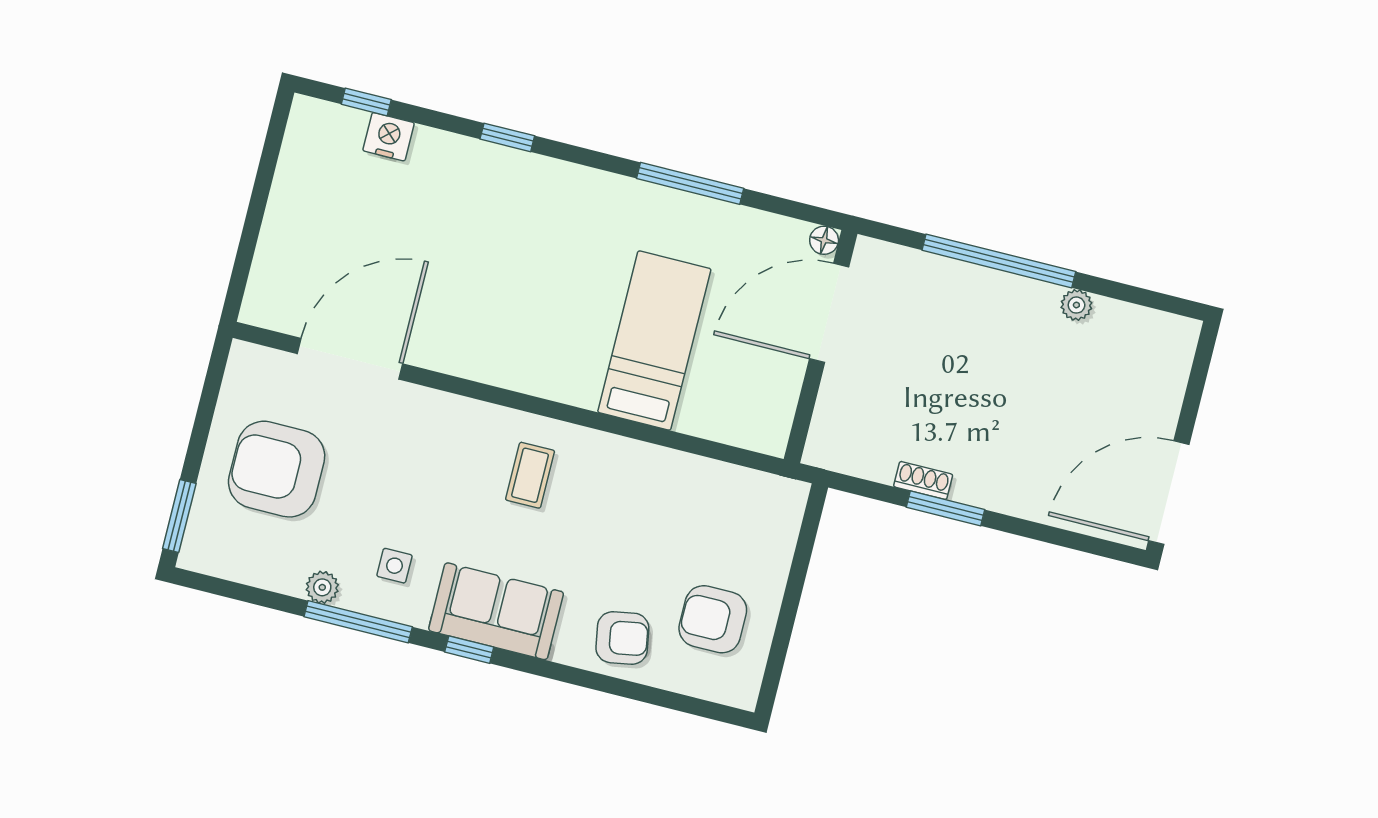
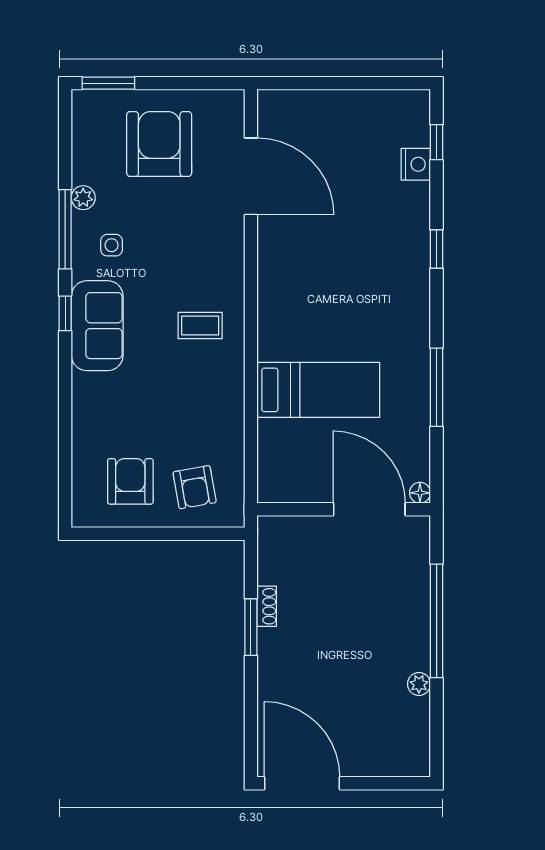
armchair: (622, 638) -> (195, 487), moved

